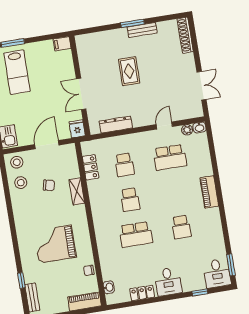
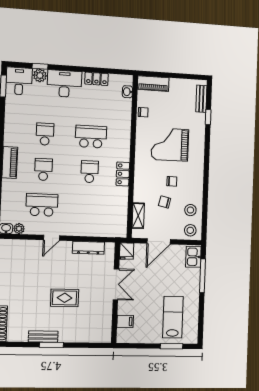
filing cabinet: (62, 44) -> (125, 321), moved
rug: (129, 71) -> (65, 298), turned 90
door: (164, 126) -> (51, 238), moved
school desk: (124, 165) -> (43, 169), moved
locker: (91, 167) -> (123, 174), moved
shelving: (77, 191) -> (138, 216), moved
chair: (46, 208) -> (172, 181), added
grand piano: (55, 244) -> (170, 144), turned 180
desk: (168, 282) -> (64, 84), width x1.37
plant: (198, 283) -> (40, 75), added

